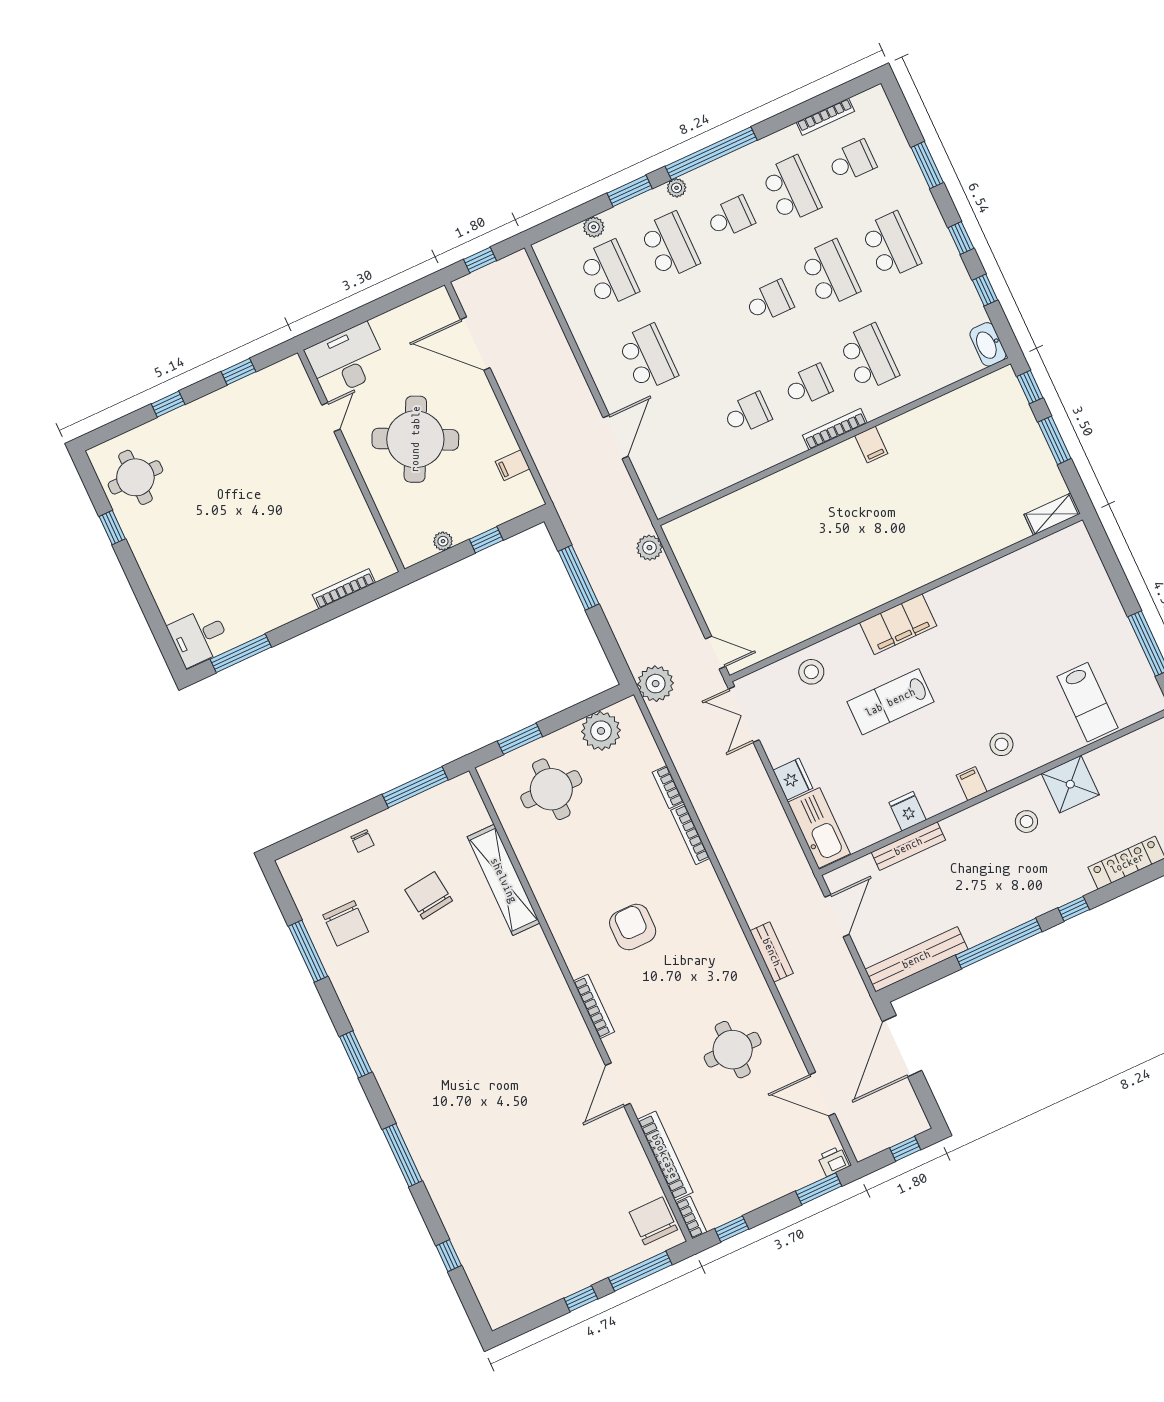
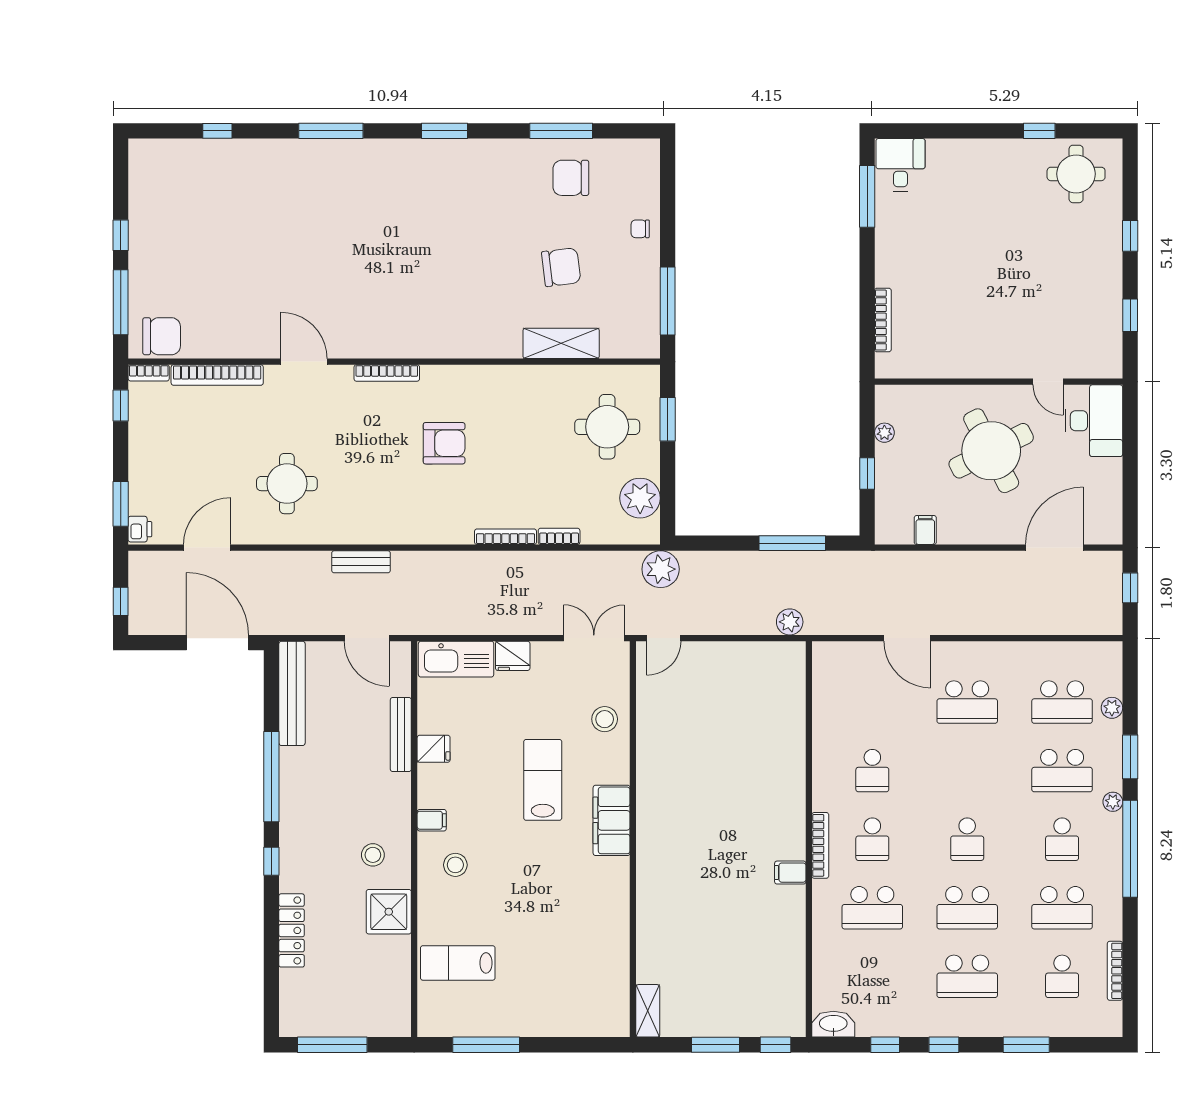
round table: (415, 439) -> (991, 451), turned 37
shelving: (504, 880) -> (561, 343), width x0.68

